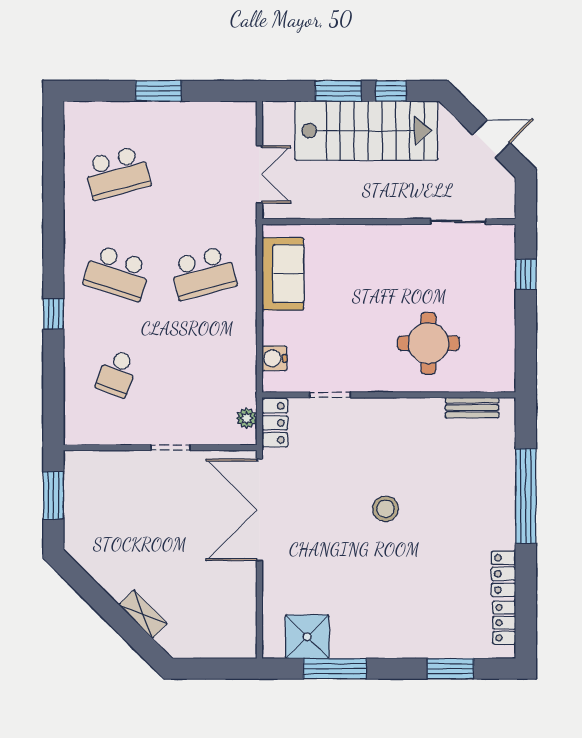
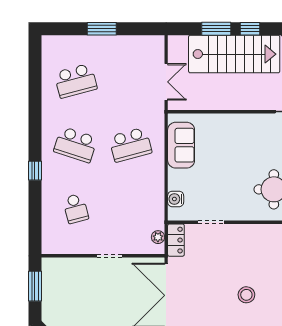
school desk: (117, 373) -> (76, 208), turned -36

